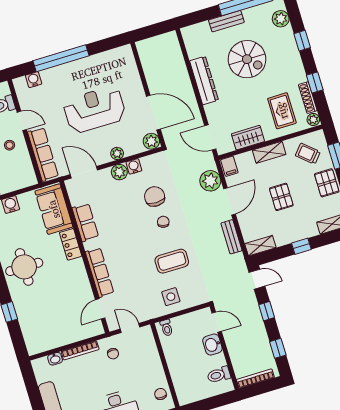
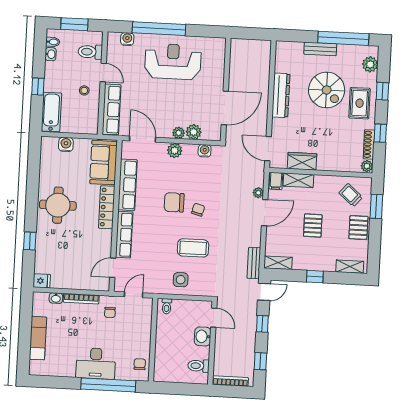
reception desk: (95, 110) -> (173, 62), moved
rug: (282, 111) -> (360, 103), moved
door: (153, 113) -> (225, 108), hinge flipped
plant: (151, 141) -> (194, 132), moved
shelving: (269, 152) -> (298, 180), moved
water cooler: (134, 166) -> (205, 151), moved
plant: (210, 181) -> (258, 193), width x0.53, depth x0.53
chair: (155, 197) -> (174, 202), moved, turned -90
row of seats: (85, 222) -> (128, 185), width x1.48
bench: (231, 237) -> (254, 263), moved
locker: (71, 244) -> (107, 207), width x1.53
door: (257, 279) -> (264, 292), hinge flipped
door: (130, 328) -> (134, 295), hinge flipped
fridge: (35, 347) -> (42, 281), added

